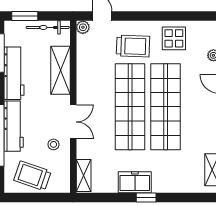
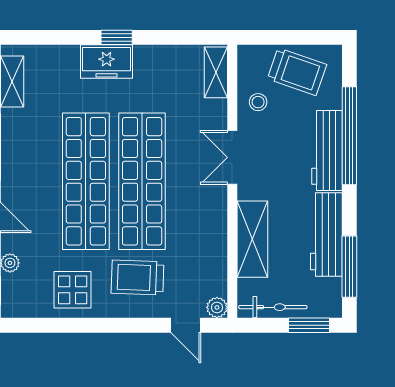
stool: (53, 144) -> (258, 102), moved
freezer: (135, 182) -> (107, 62), moved

